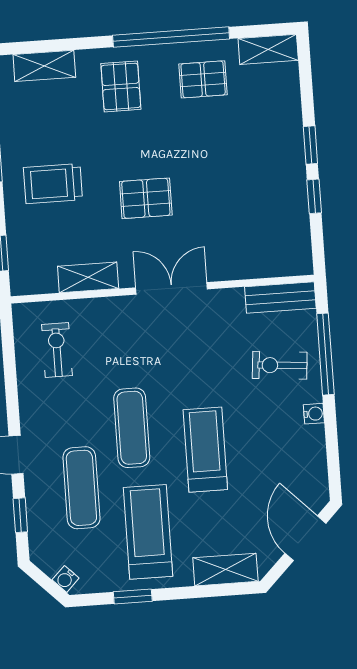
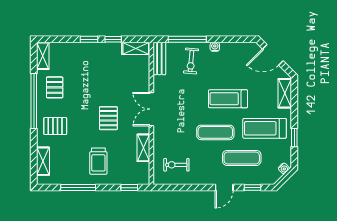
shelving: (298, 246) -> (136, 48), added

